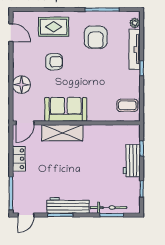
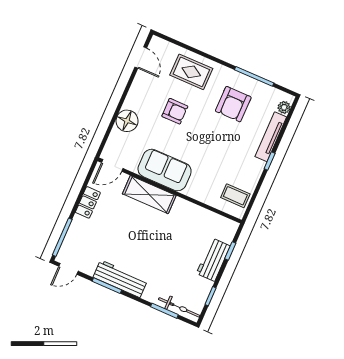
bicycle: (108, 208) -> (179, 307), moved

